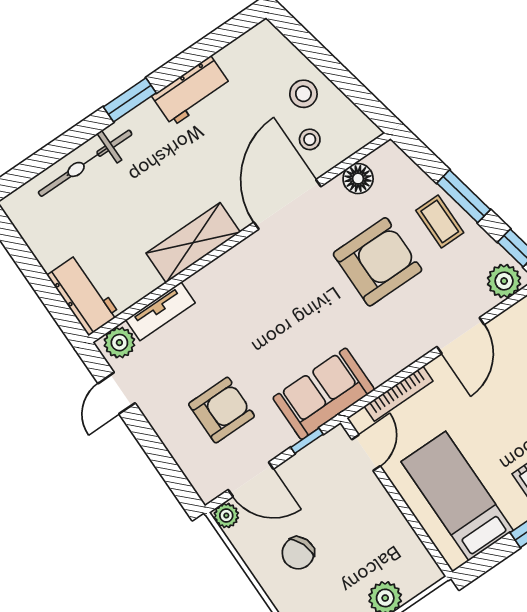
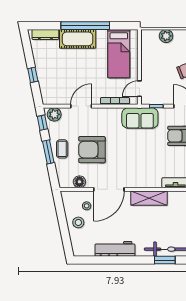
workbench: (192, 91) -> (115, 249), width x1.37
window: (130, 100) -> (165, 260), moved

